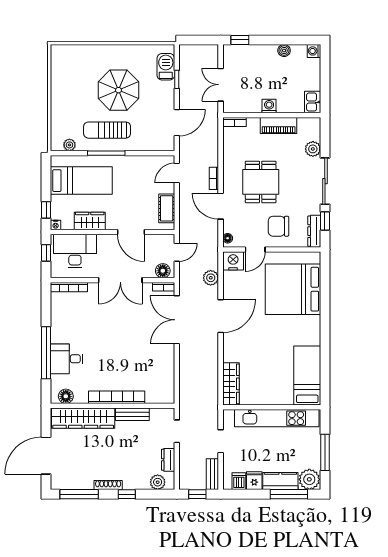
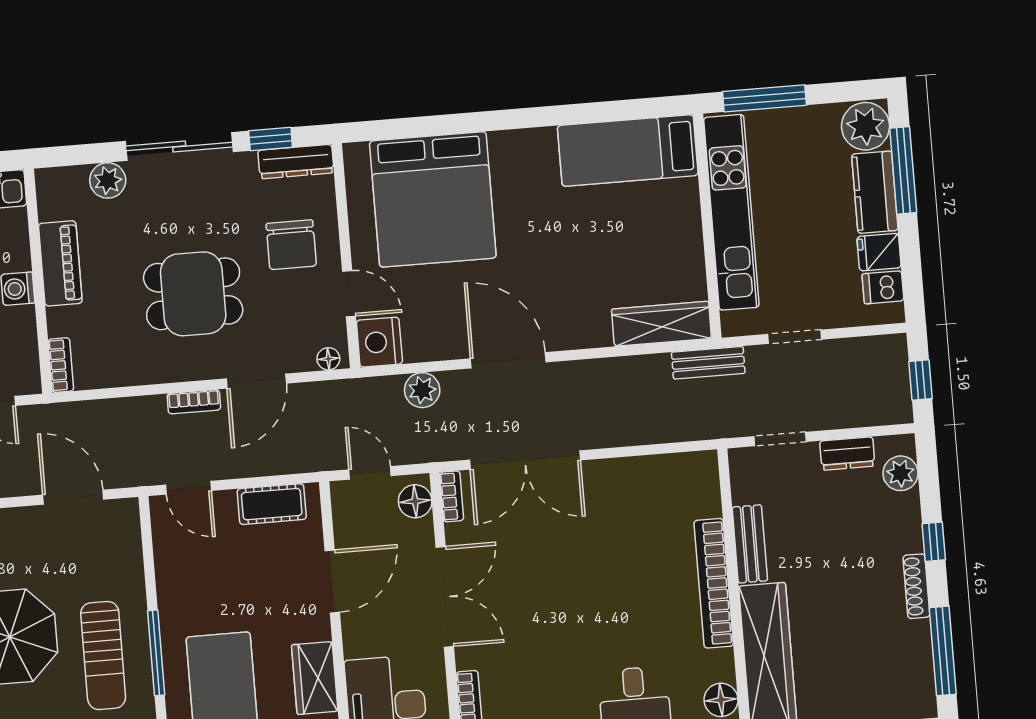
window: (325, 452) -> (764, 98), moved
bench: (212, 474) -> (708, 363), moved

